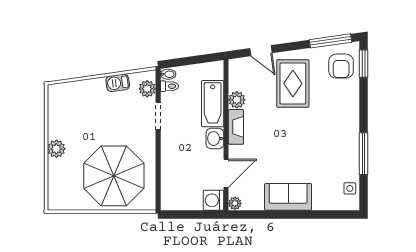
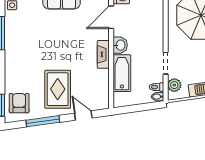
window: (330, 41) -> (43, 121), moved
plant: (237, 100) -> (103, 76), removed

